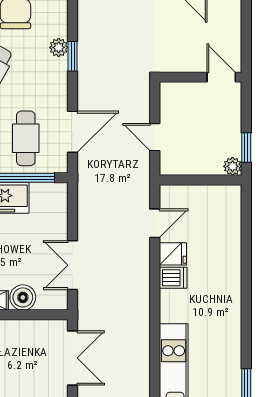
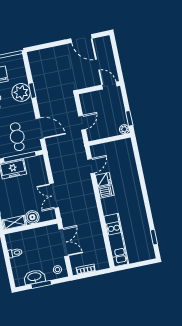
plant: (59, 47) -> (21, 92), width x1.87, depth x1.87
door: (73, 132) -> (40, 129), hinge flipped
door: (155, 137) -> (82, 123), swing flipped

